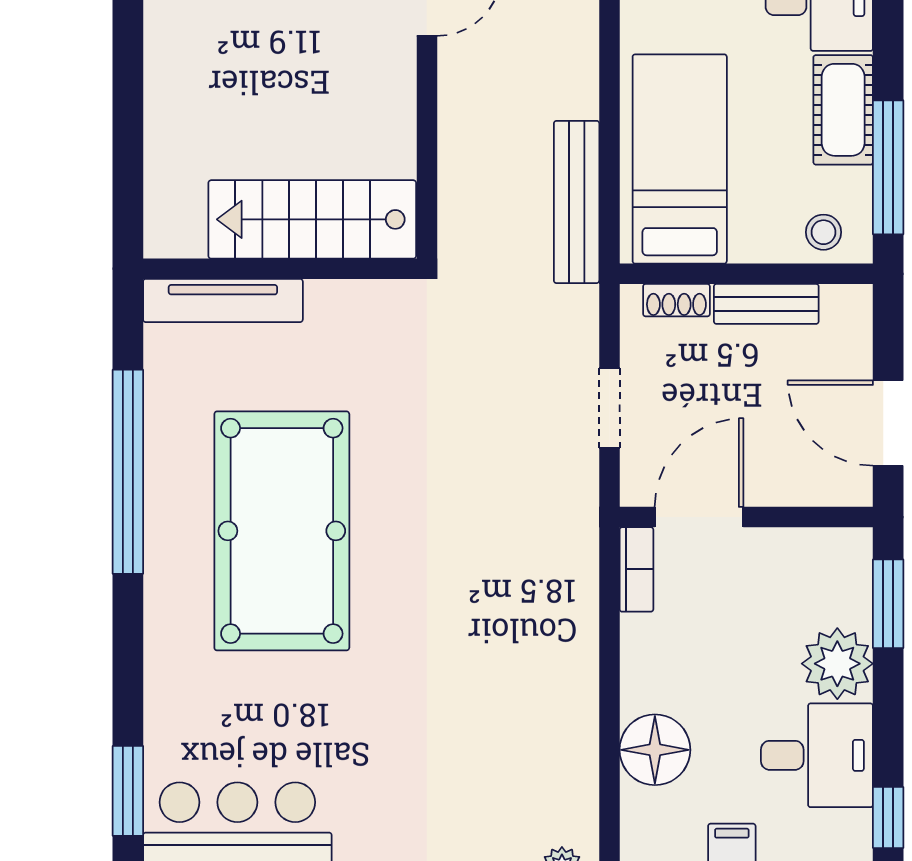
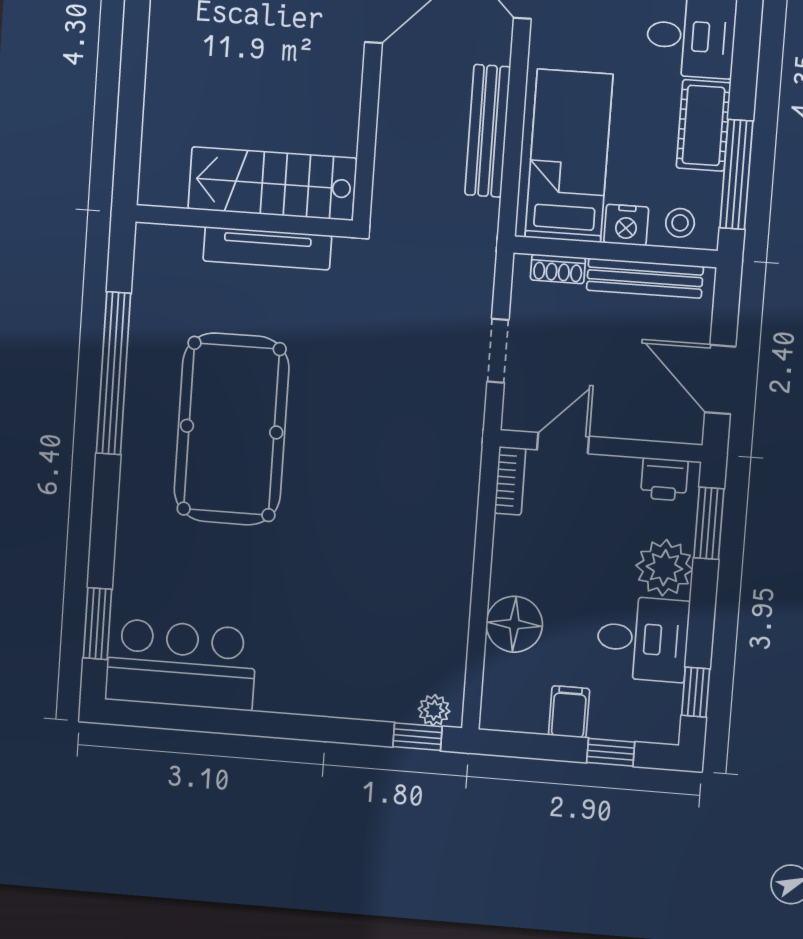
bench: (577, 202) -> (488, 131), moved
nightstand: (757, 239) -> (626, 225), added
tv unit: (223, 300) -> (267, 248), moved
bench: (766, 304) -> (645, 278), width x1.36
door: (699, 517) -> (563, 443), width x0.73
printer: (829, 553) -> (664, 479), added

